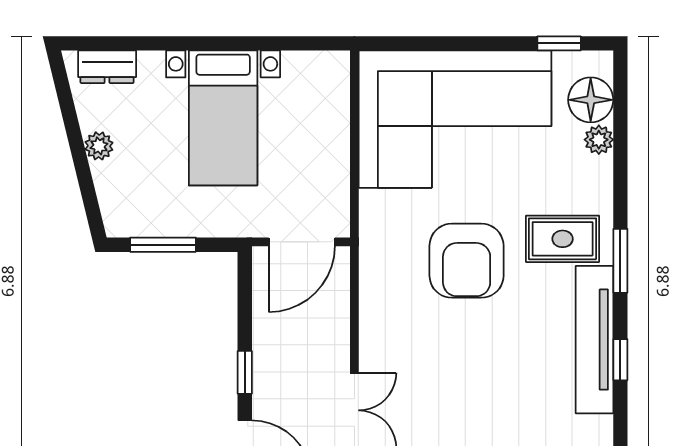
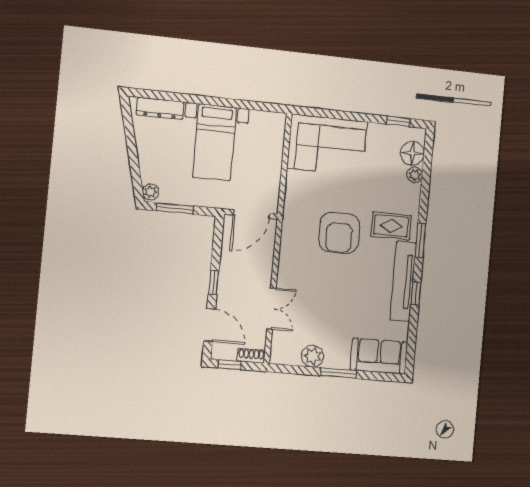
dresser: (107, 67) -> (160, 108), width x1.44
corner sofa: (455, 119) -> (327, 145), width x0.73, depth x0.74
plant: (99, 146) -> (151, 192), moved

